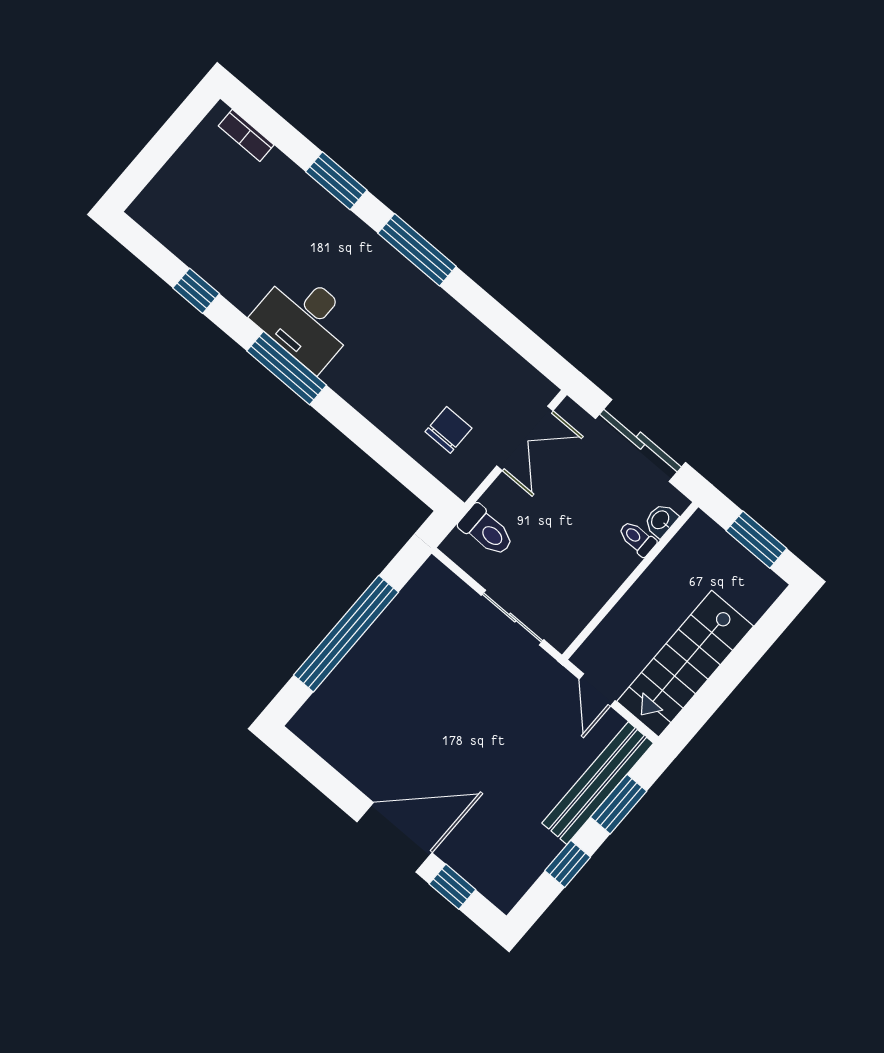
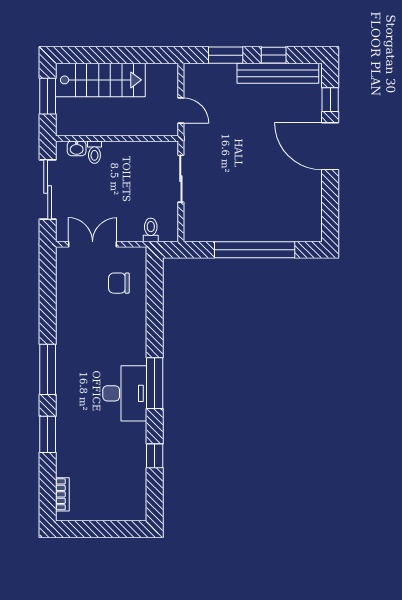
toilet: (487, 531) -> (151, 230), width x0.73, depth x0.72
stairs: (685, 664) -> (100, 80), moved
door: (597, 690) -> (181, 111), hinge flipped
bench: (598, 783) -> (278, 73), moved

